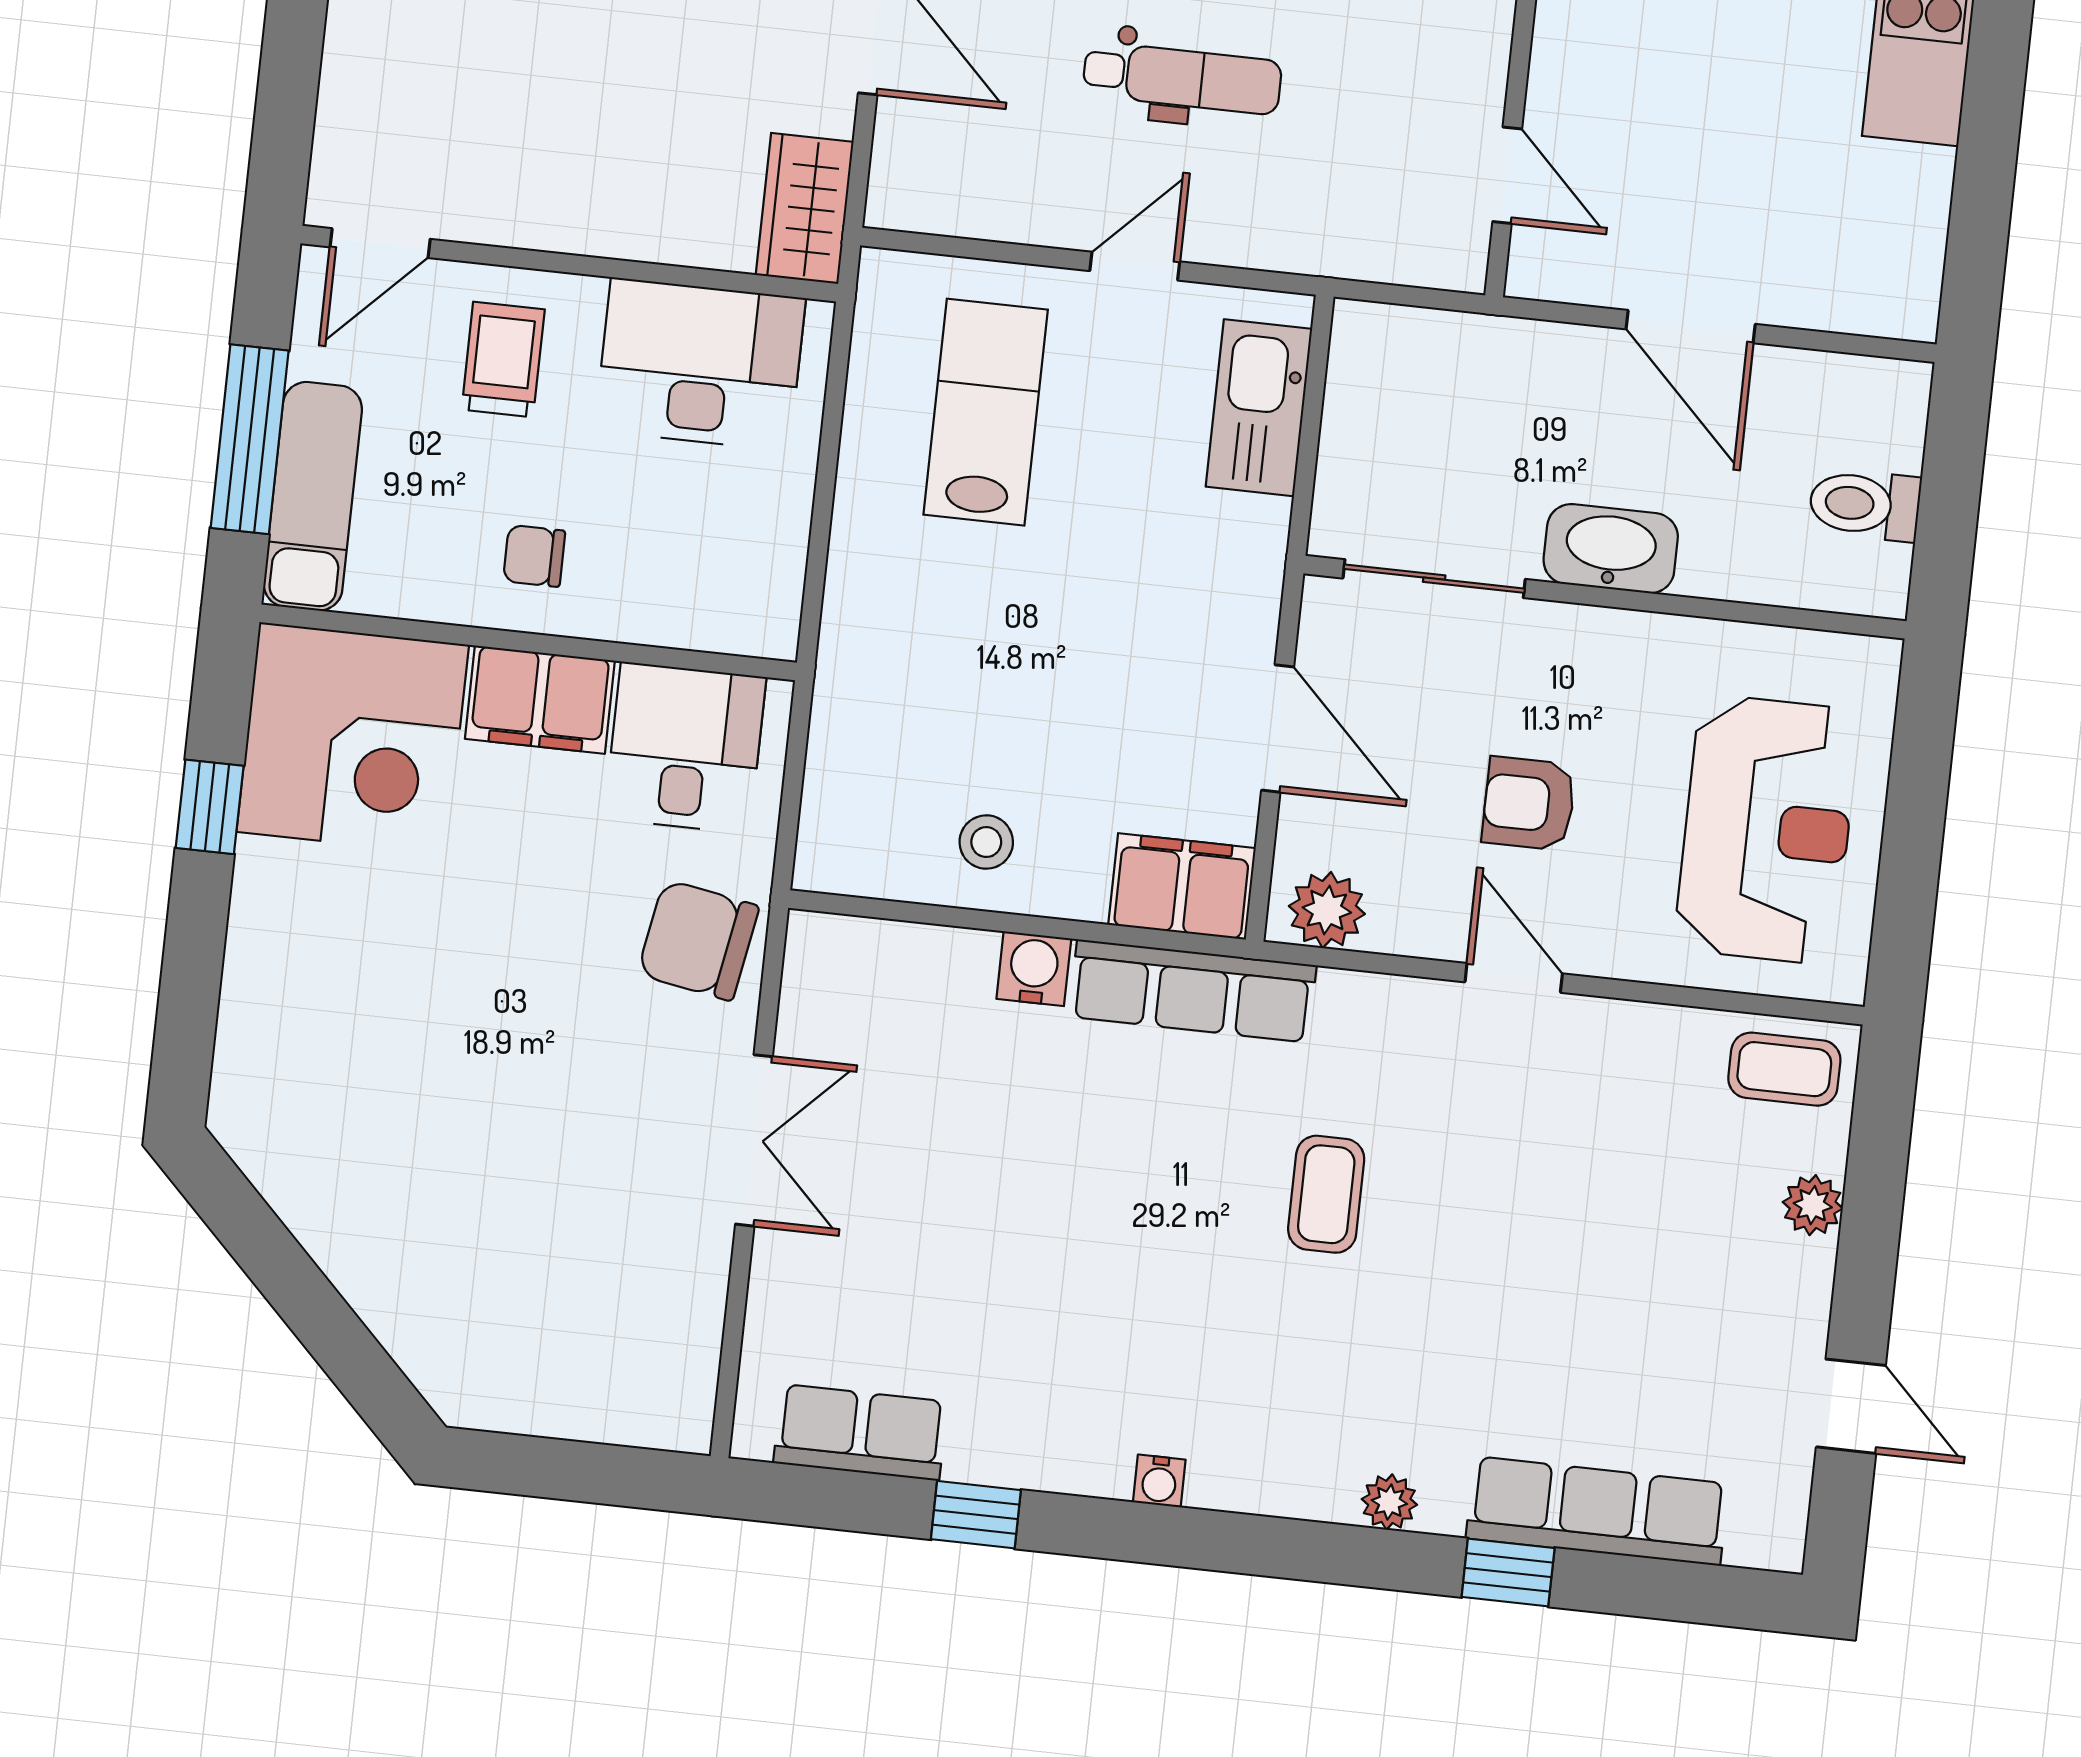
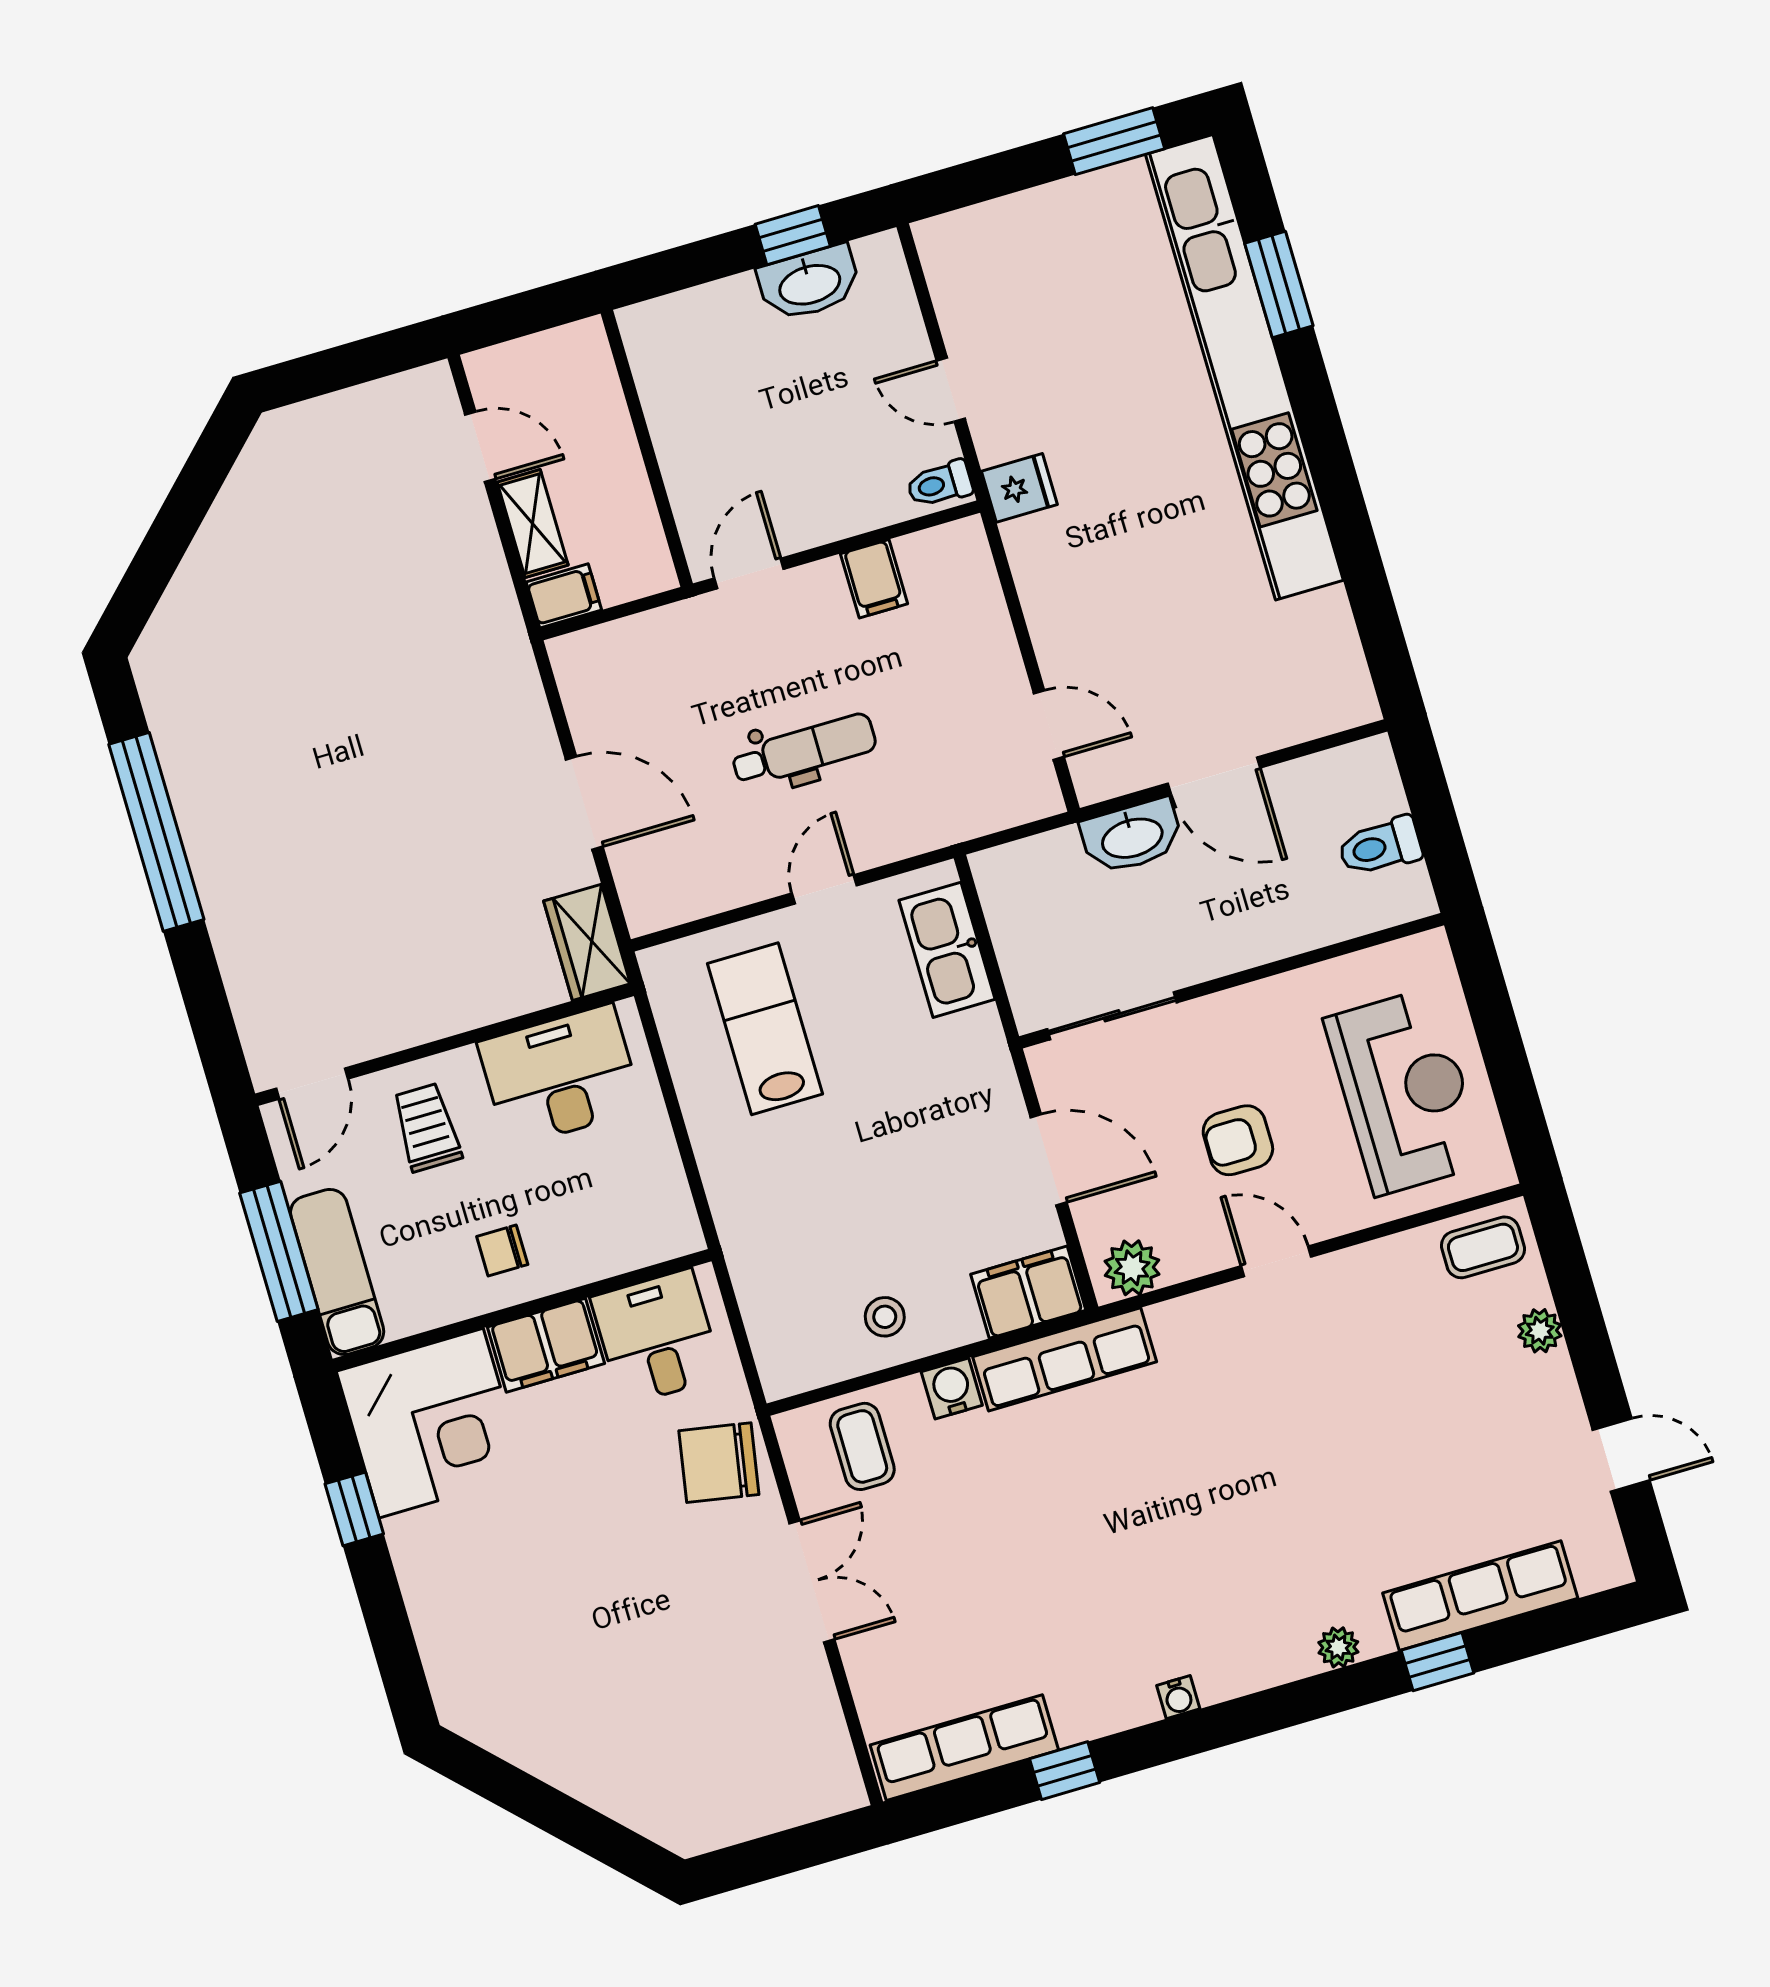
washbasin: (1611, 549) -> (1132, 837), moved, turned 180
coffee table: (1326, 1194) -> (862, 1446), moved
row of seats: (860, 1432) -> (964, 1748), width x1.48

